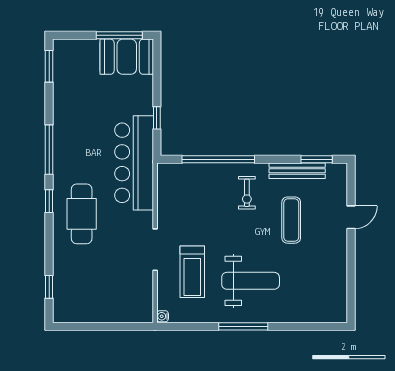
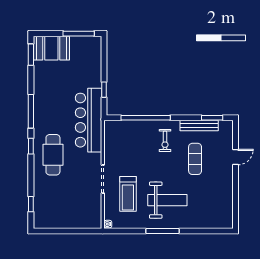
booth: (127, 57) -> (51, 48), moved

